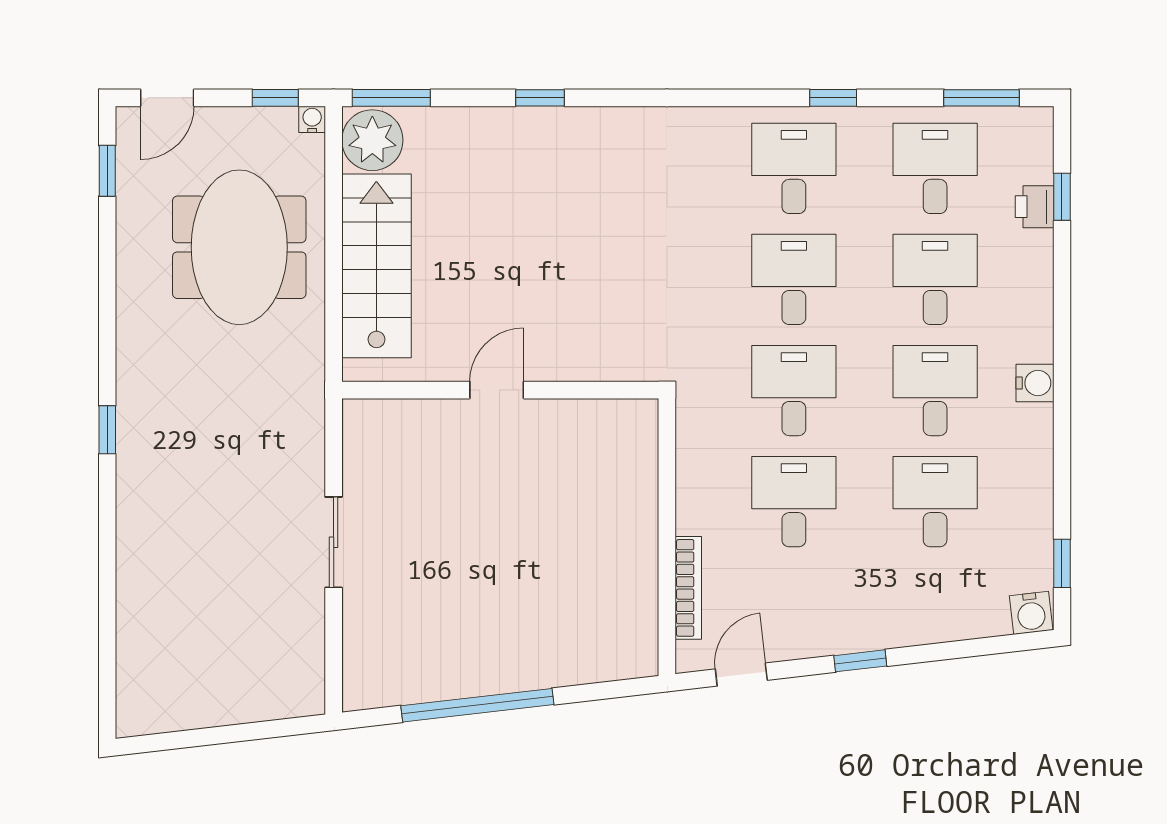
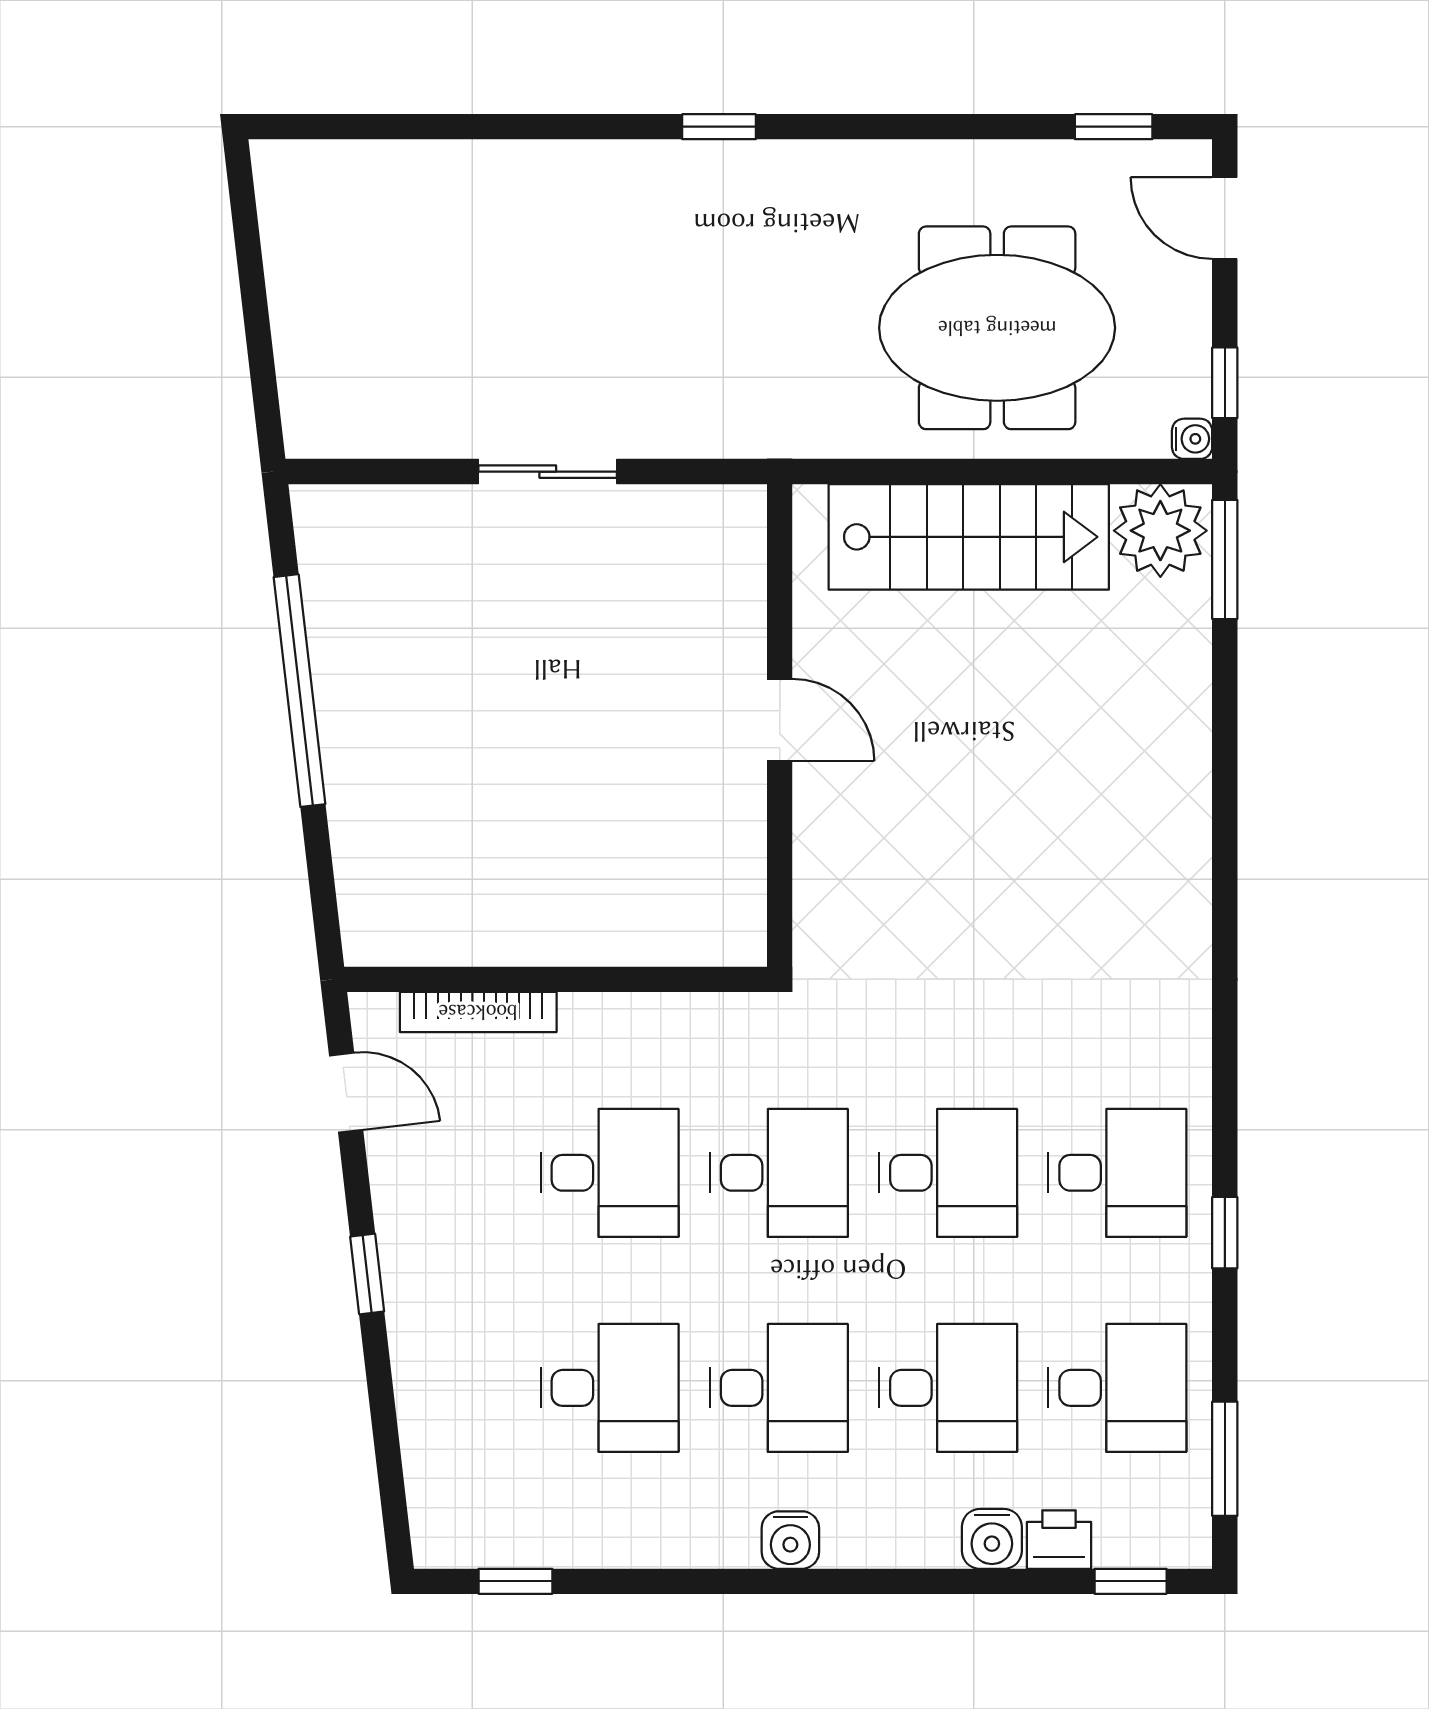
window: (540, 98) -> (1225, 786), removed
window: (1062, 197) -> (1131, 1581), moved
water cooler: (1031, 613) -> (992, 1539), moved, turned -83

